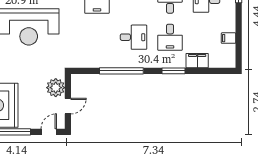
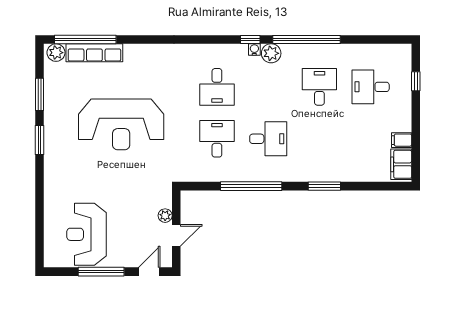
desk: (170, 37) -> (217, 139), moved, turned 180
filing cabinet: (197, 61) -> (401, 164), moved, turned -90
plant: (56, 88) -> (165, 216), width x0.53, depth x0.53

